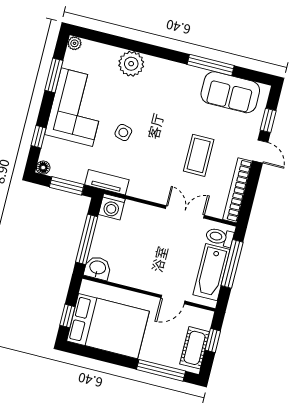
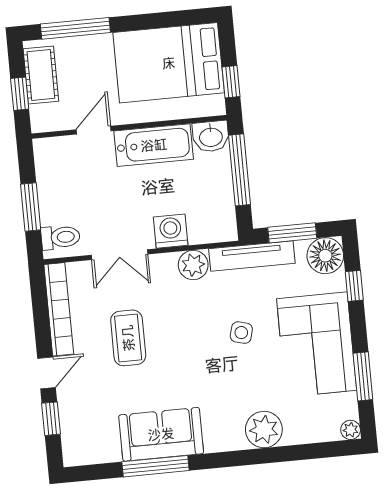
sofa: (230, 92) -> (161, 434), moved
door: (260, 152) -> (47, 373), swing flipped
floor lamp: (43, 168) -> (325, 256), width x1.89, depth x1.89
tv unit: (107, 182) -> (252, 256), width x1.41
plant: (139, 188) -> (193, 265), added
washing machine: (112, 207) -> (171, 231), moved
window: (232, 264) -> (31, 207), width x0.69
bathtub: (212, 272) -> (154, 145), moved, turned 90
window: (67, 316) -> (231, 82), moved

